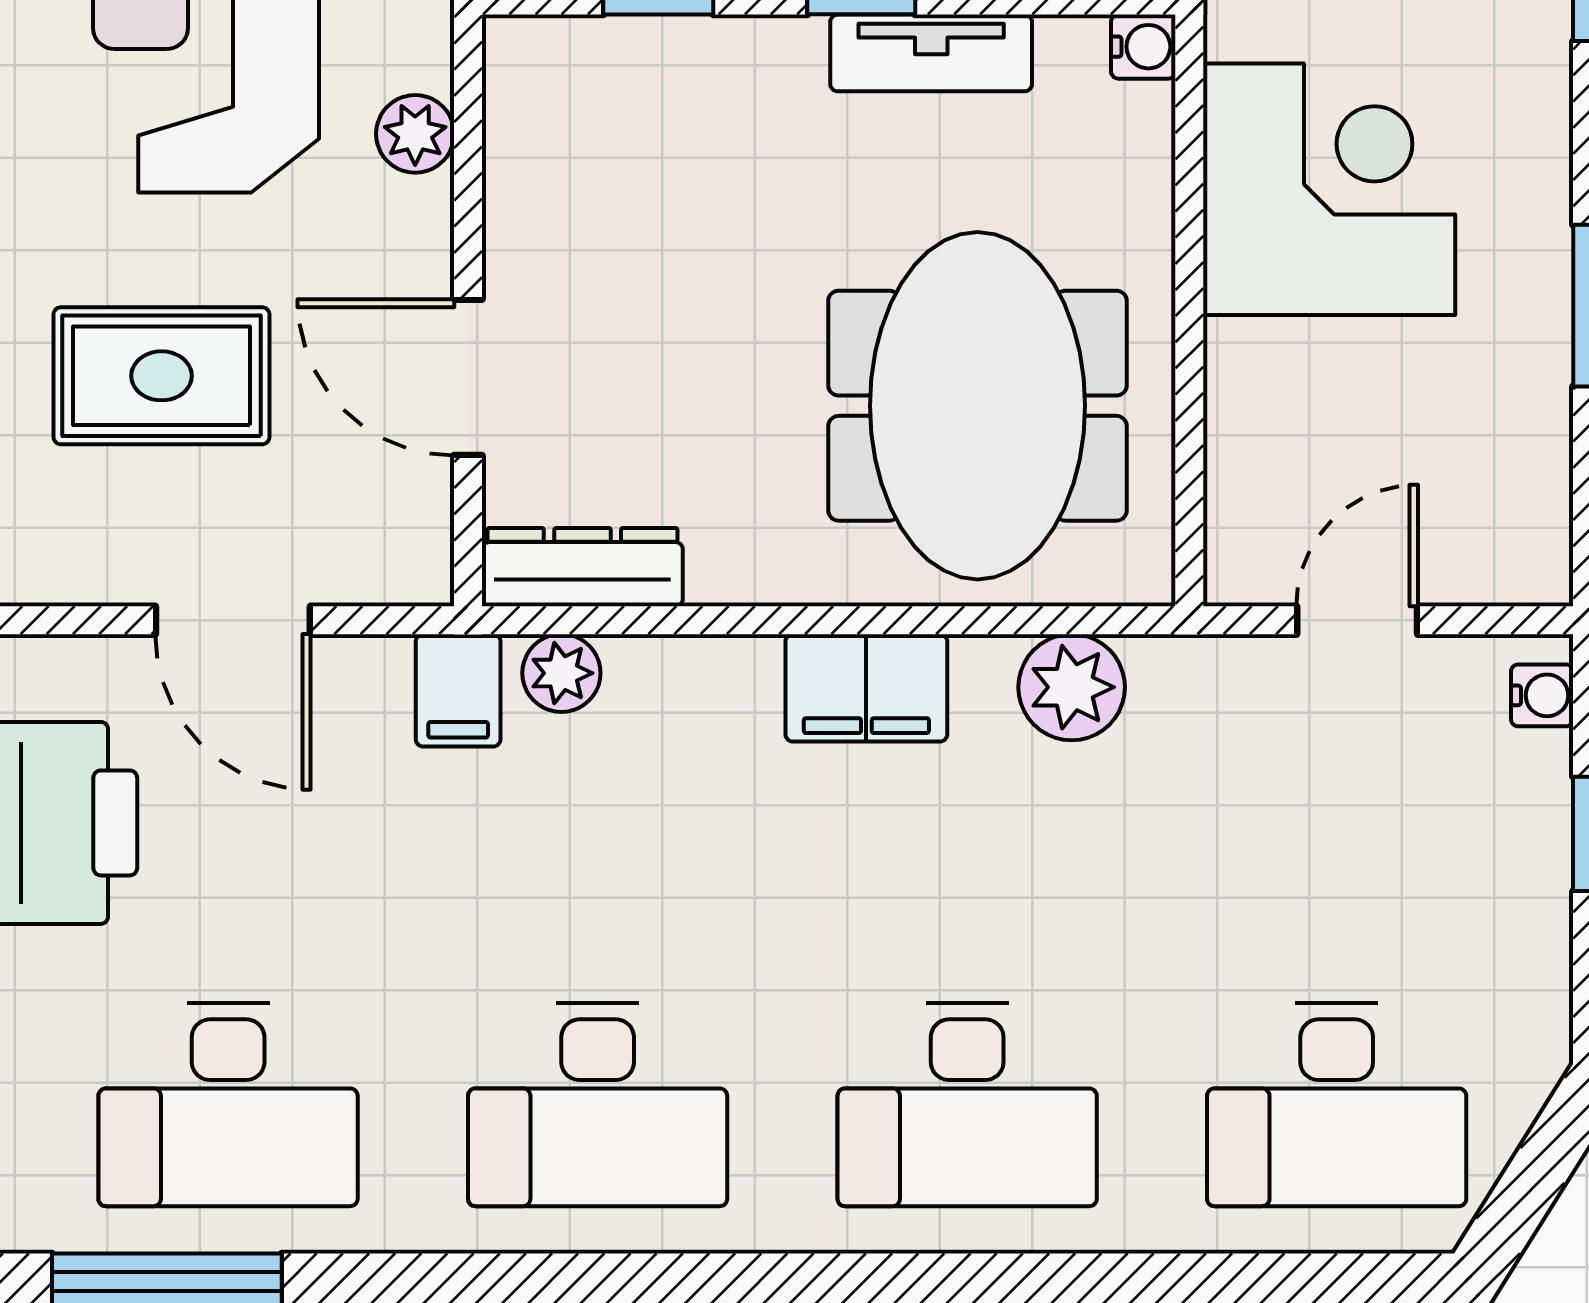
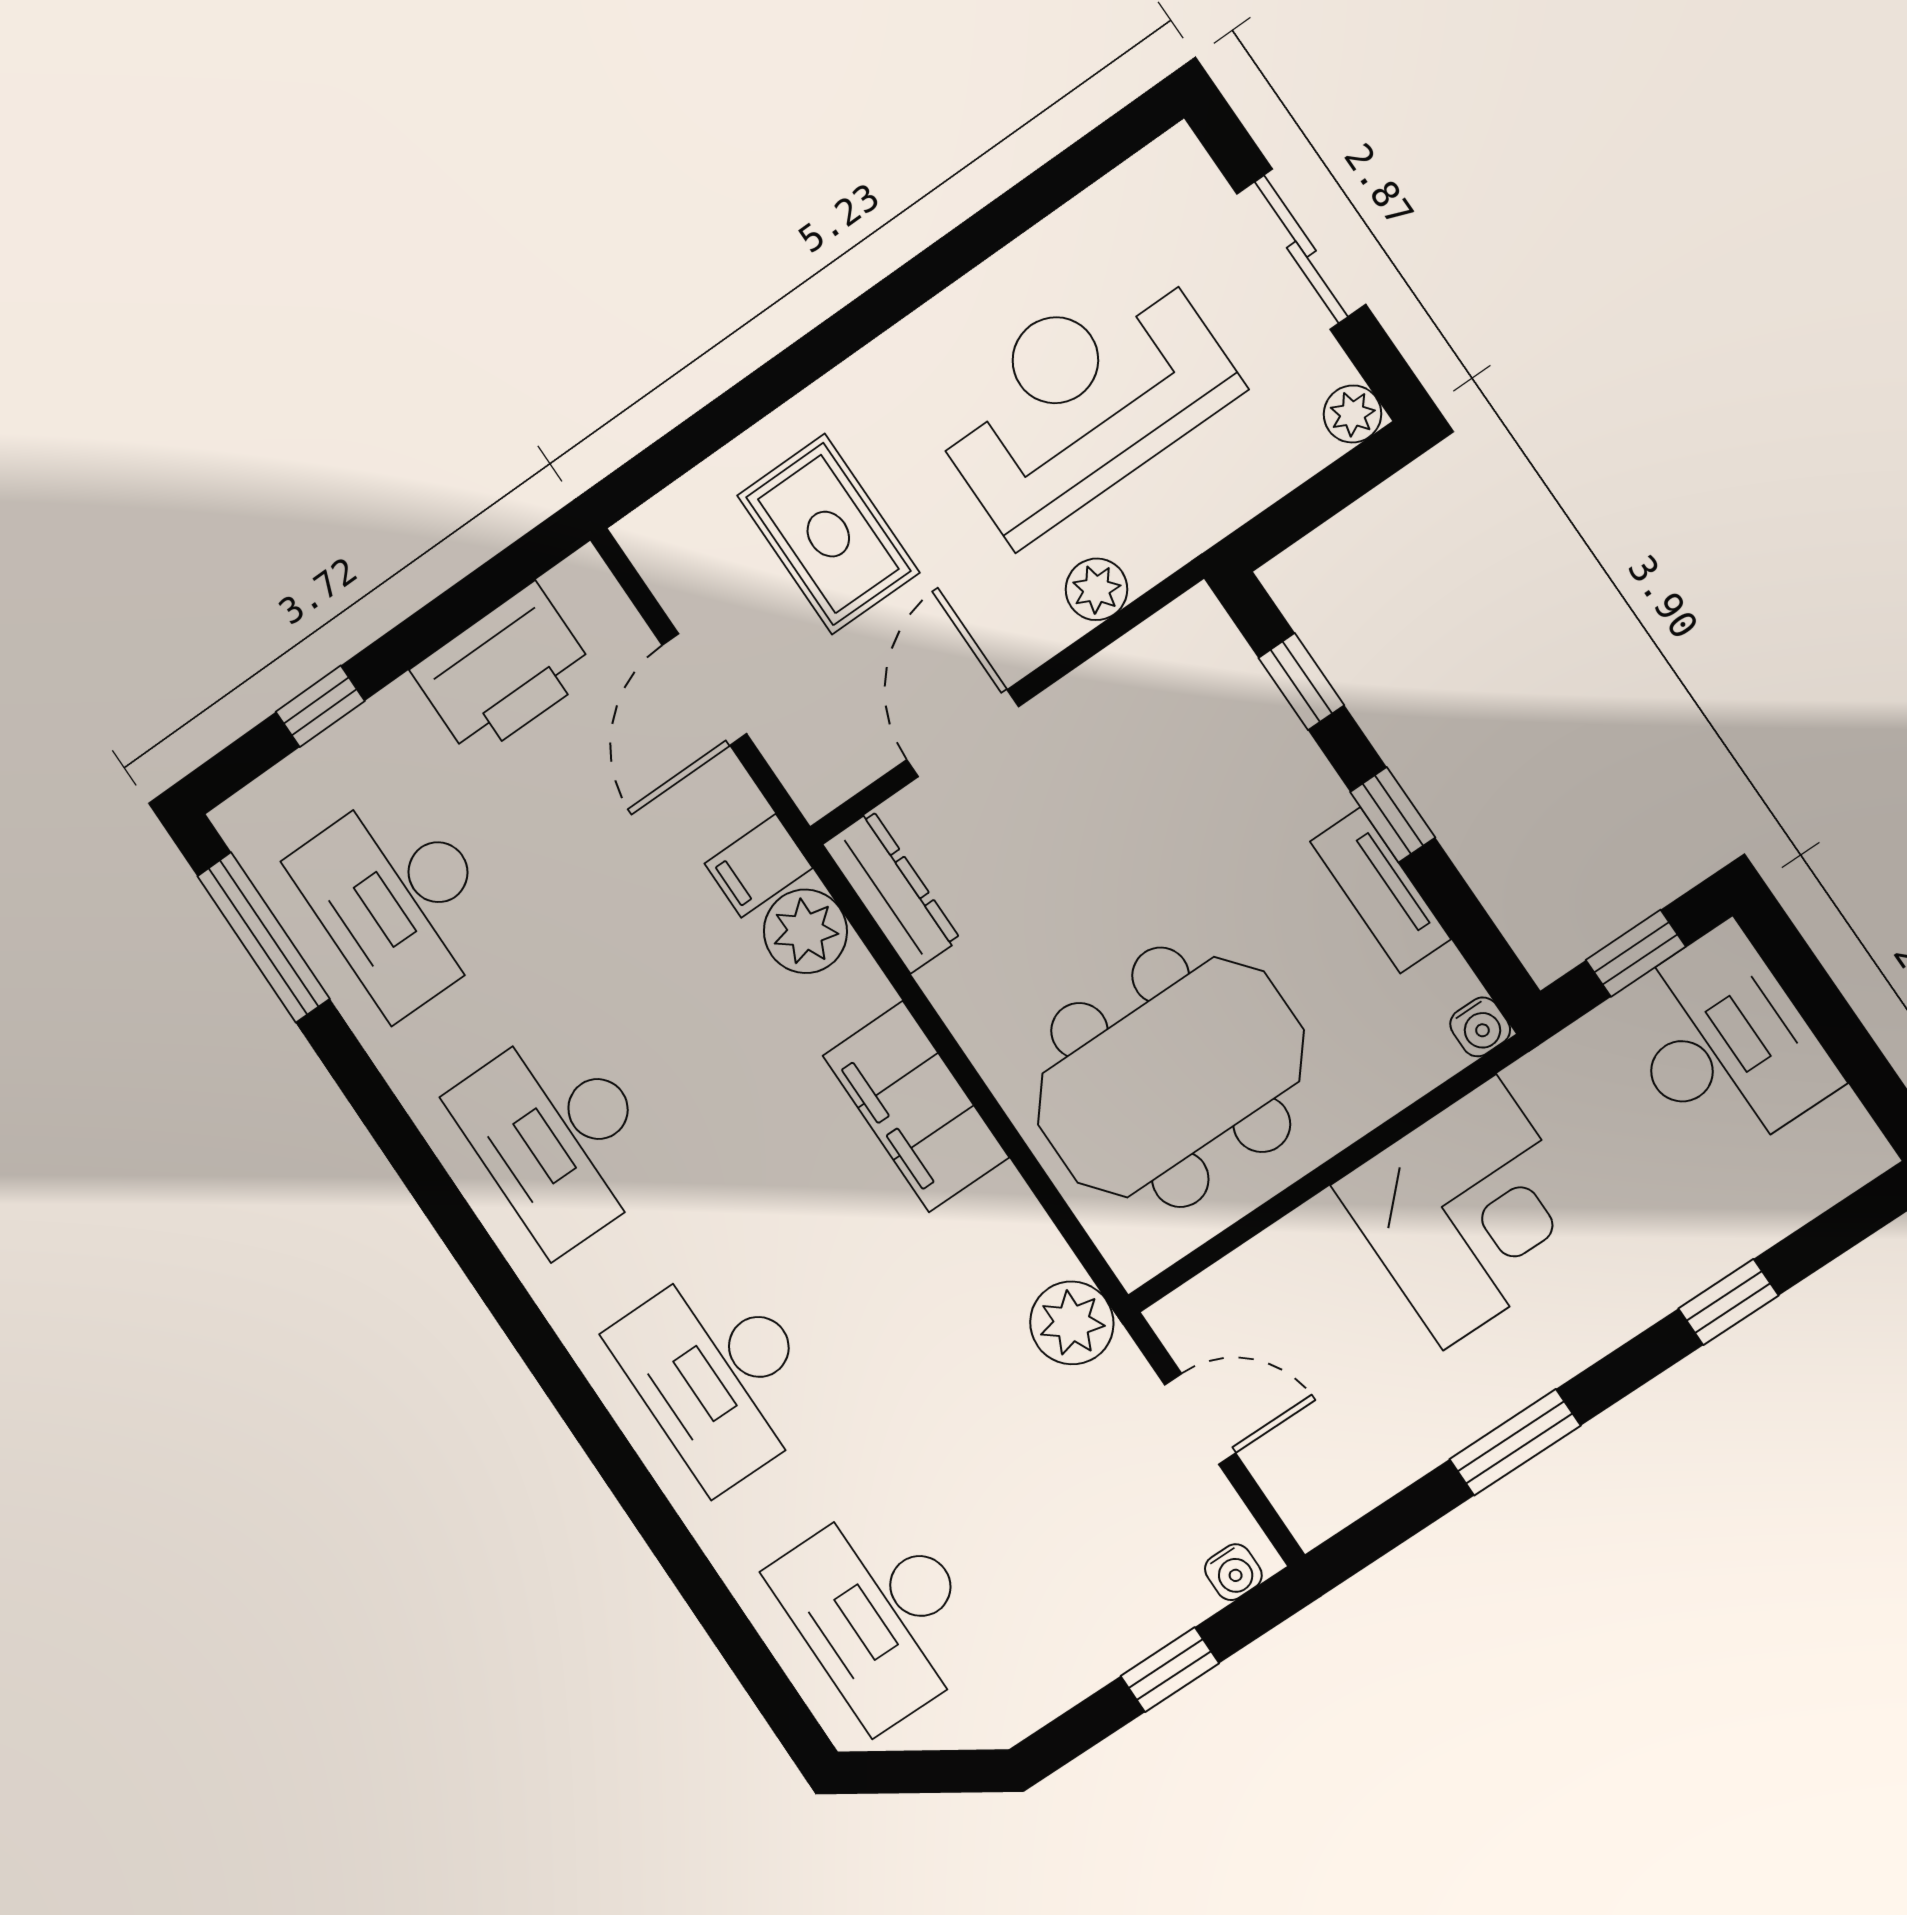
plant: (561, 673) -> (805, 931), width x1.38, depth x1.38
plant: (1072, 687) -> (1072, 1323), moved
filing cabinet: (866, 688) -> (916, 1107), width x1.50, depth x1.17

